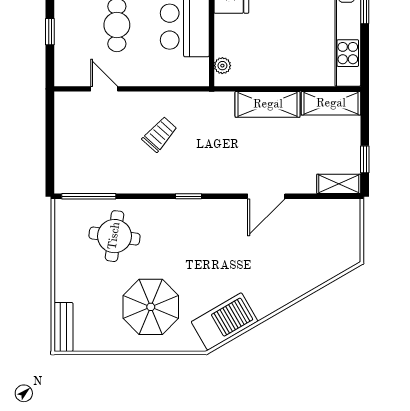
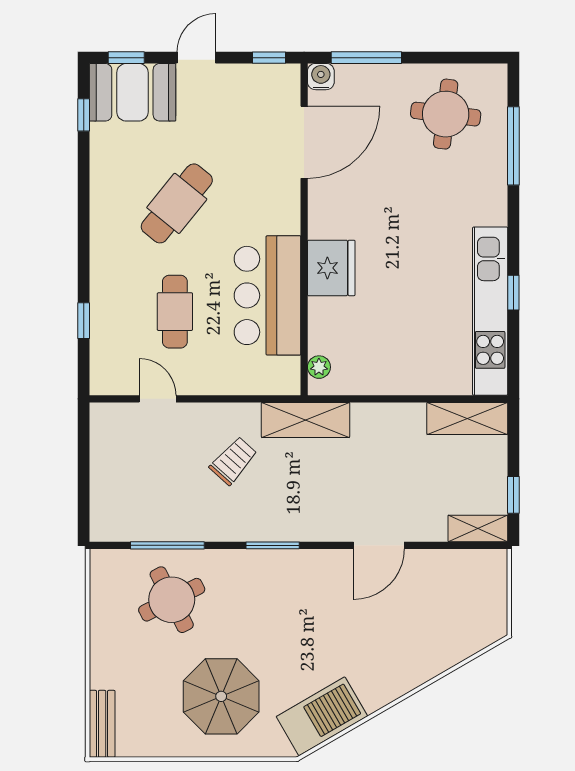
shelving: (268, 104) -> (305, 420), moved
window: (89, 196) -> (167, 545), moved
window: (188, 196) -> (273, 545), width x1.50
round table: (114, 236) -> (172, 600), turned -35

